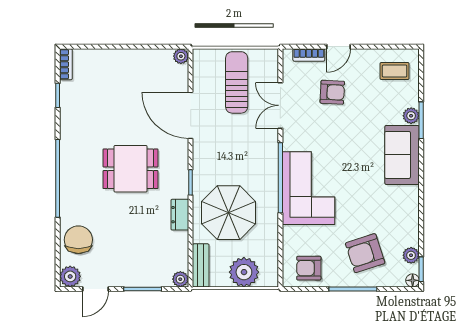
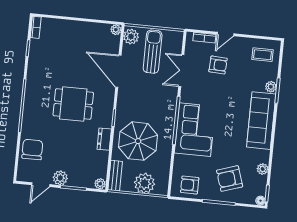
plant: (204, 64) -> (131, 37), added
sofa: (402, 155) -> (261, 121), width x1.36
plant: (411, 255) -> (263, 169), moved
plant: (70, 276) -> (60, 178), moved

